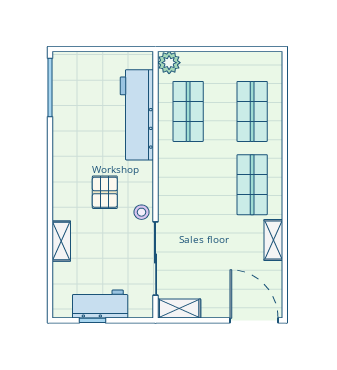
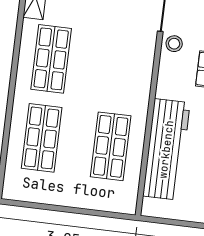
plant: (169, 63) -> (125, 201), removed

